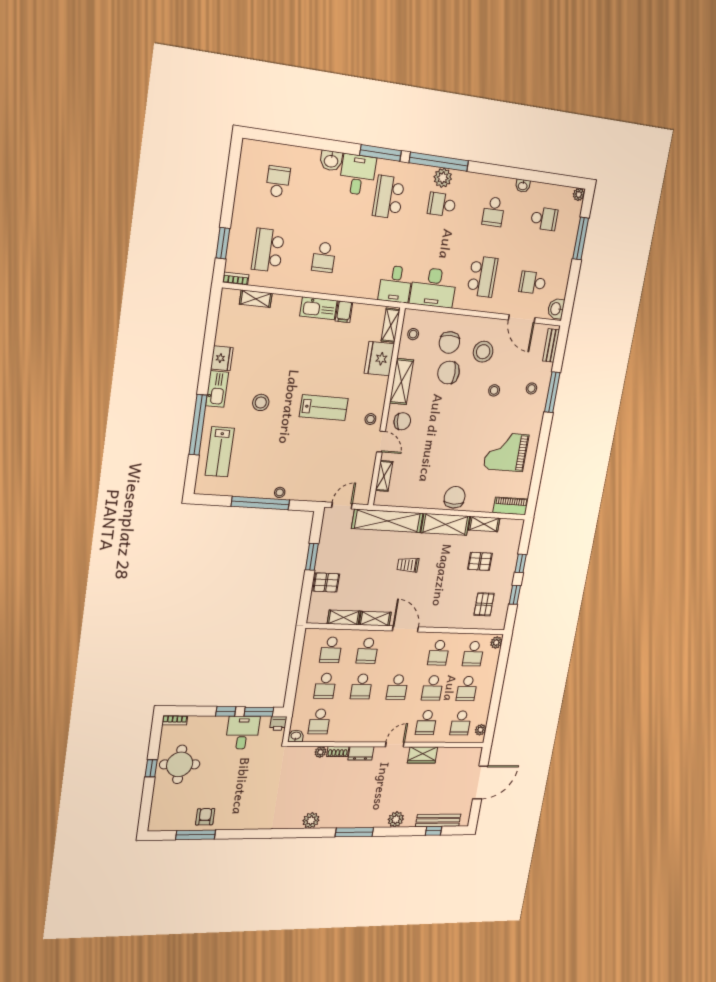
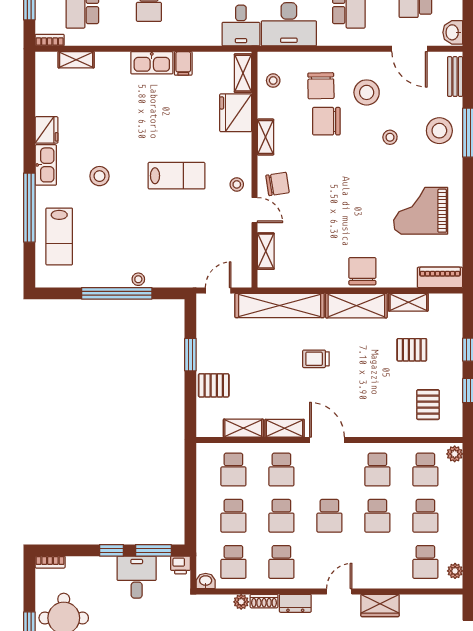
shelving: (401, 382) -> (266, 137), width x0.67, depth x0.75
stool: (531, 388) -> (439, 131), width x1.89, depth x1.89
school desk: (426, 723) -> (281, 562), moved

